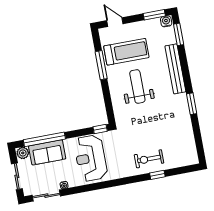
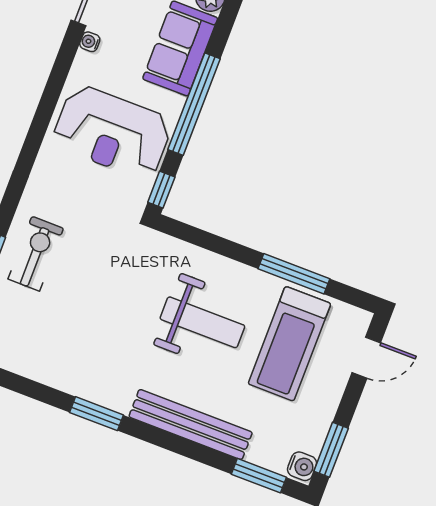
window: (44, 139) -> (194, 104), moved
reception desk: (91, 158) -> (112, 132), turned 180

